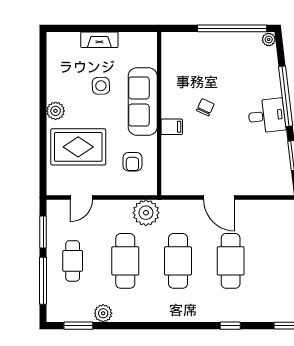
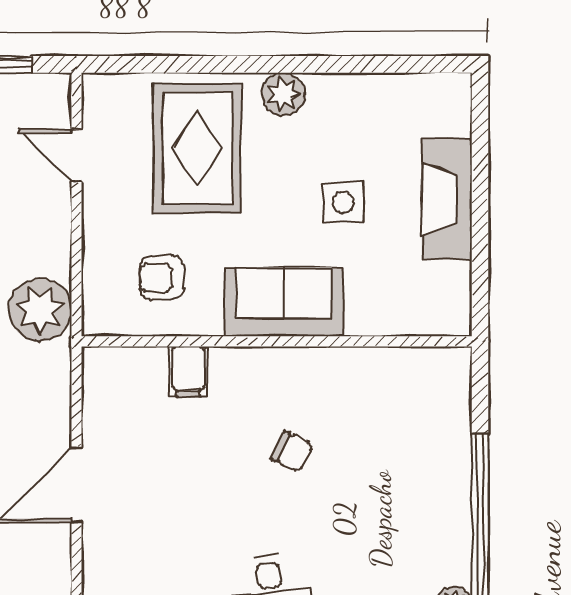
fireplace: (99, 40) -> (447, 199), width x1.37, depth x1.32
sofa: (143, 102) -> (284, 302), width x0.73
filing cabinet: (172, 127) -> (188, 372), moved

